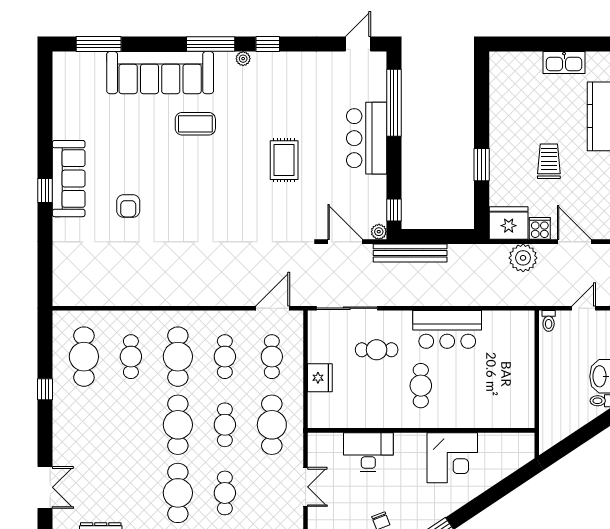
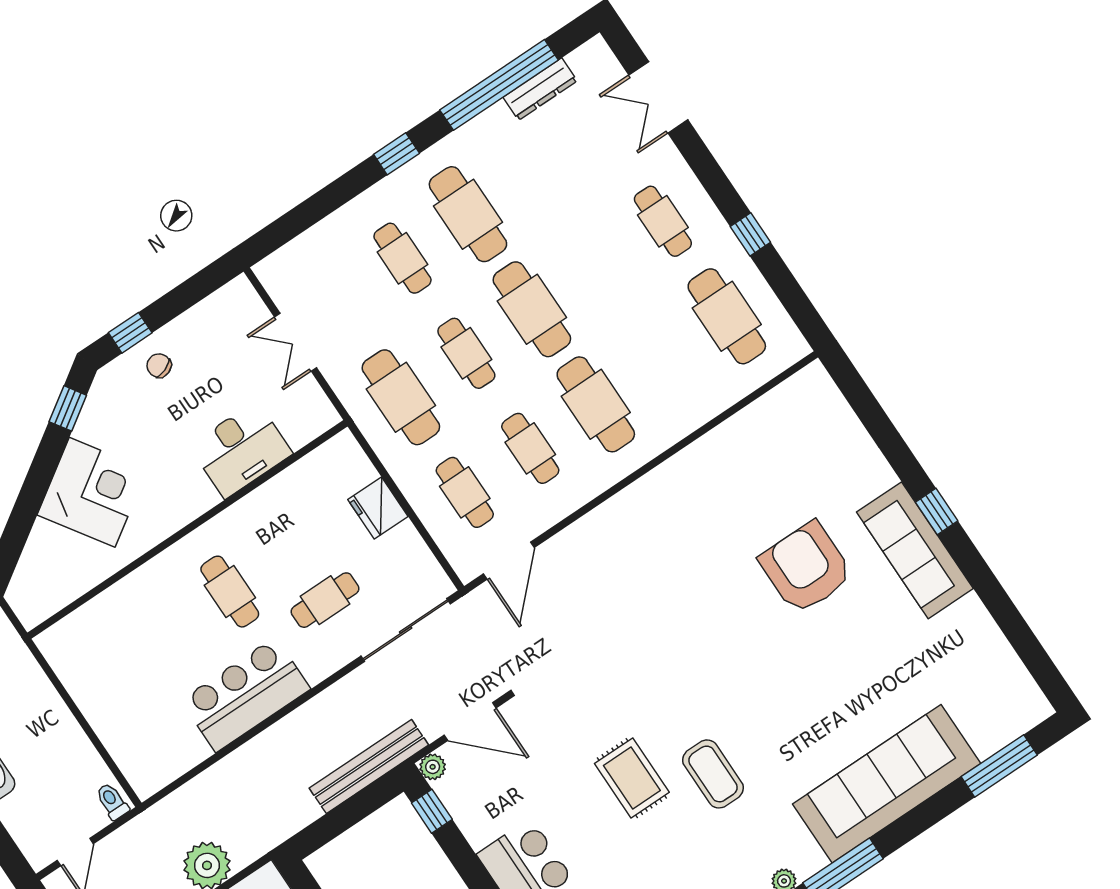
coffee table: (195, 124) -> (713, 774), moved, turned 90
armchair: (128, 206) -> (806, 568), width x1.88, depth x1.88
cafe table: (131, 357) -> (663, 221), moved
corner desk: (452, 458) -> (92, 492), moved, turned 146

